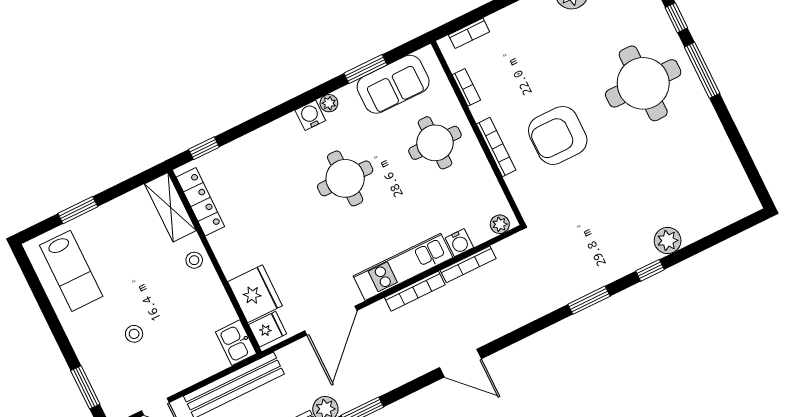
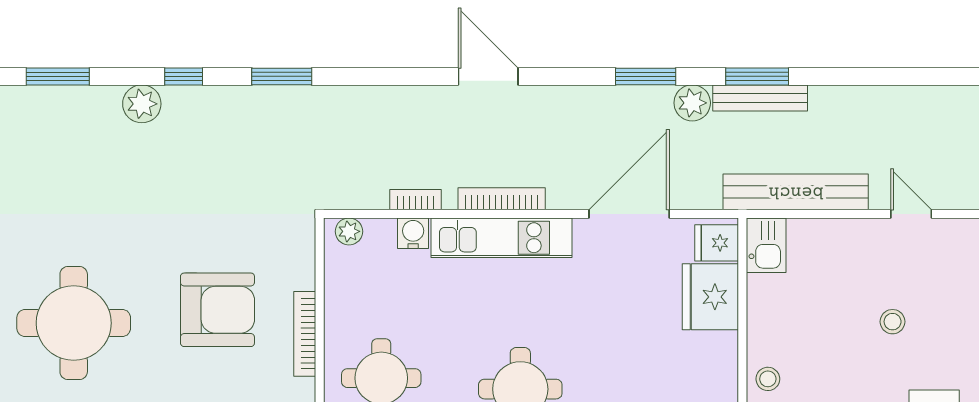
window: (728, 232) -> (58, 76), added
bookcase: (468, 264) -> (416, 200), width x0.64

